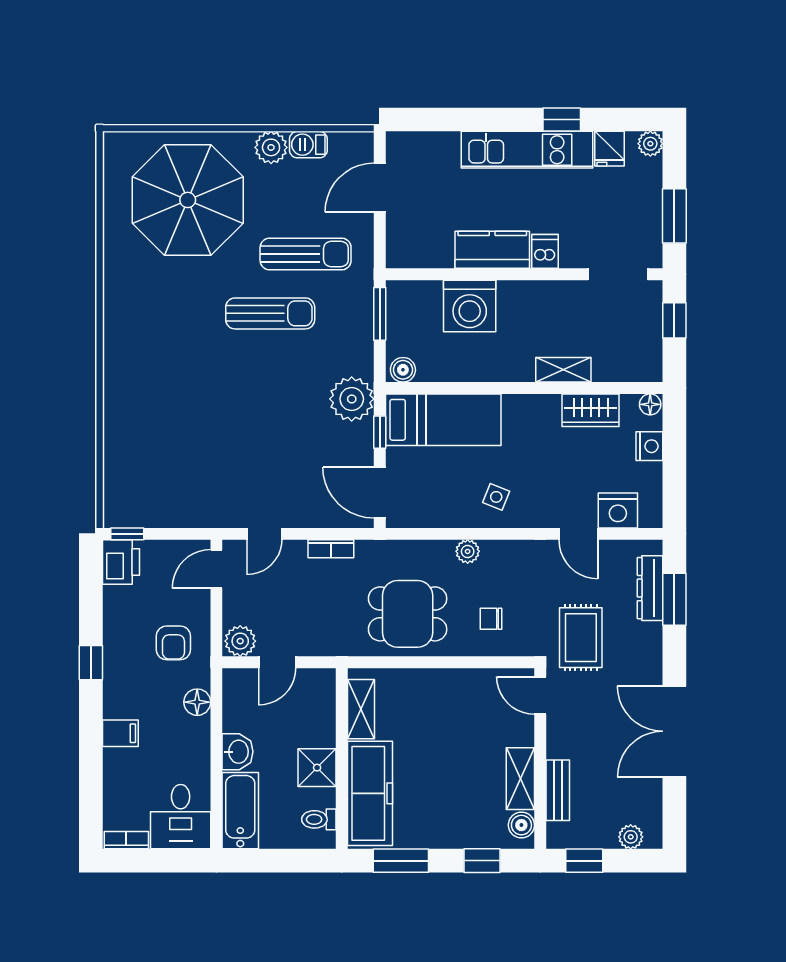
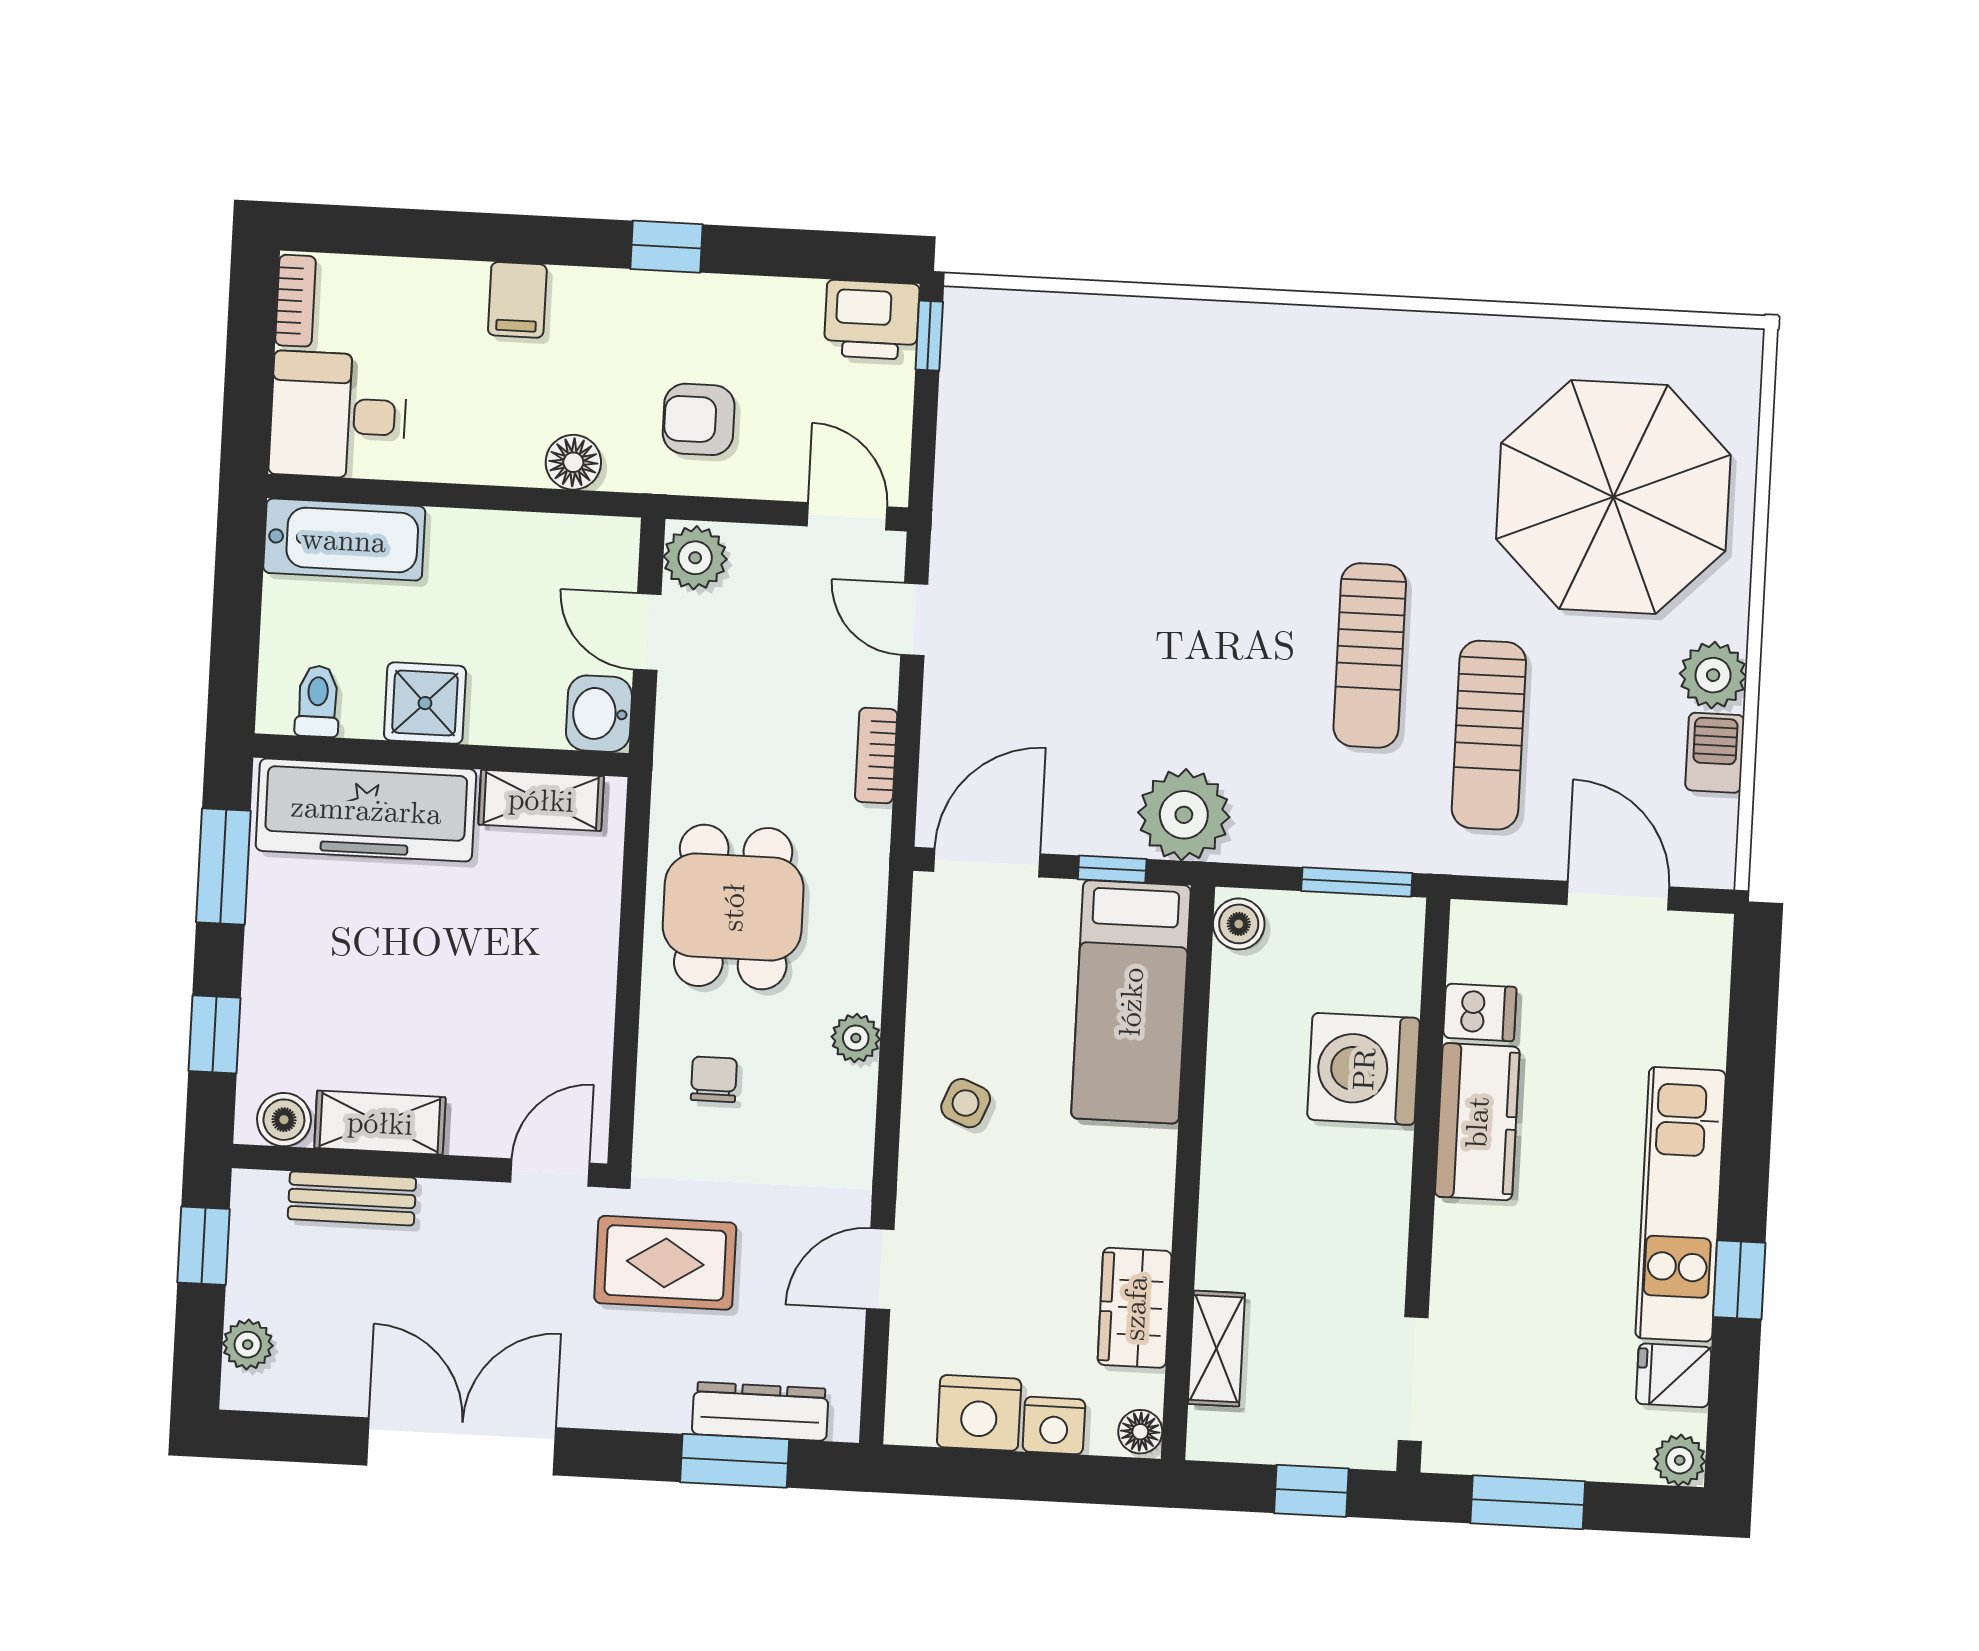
dishwasher: (545, 251) -> (1480, 1012), moved
shelving: (563, 370) -> (1216, 1349), moved
nightstand: (618, 511) -> (979, 1413), moved, turned -90
washbasin: (238, 752) -> (599, 714), moved, turned 90

